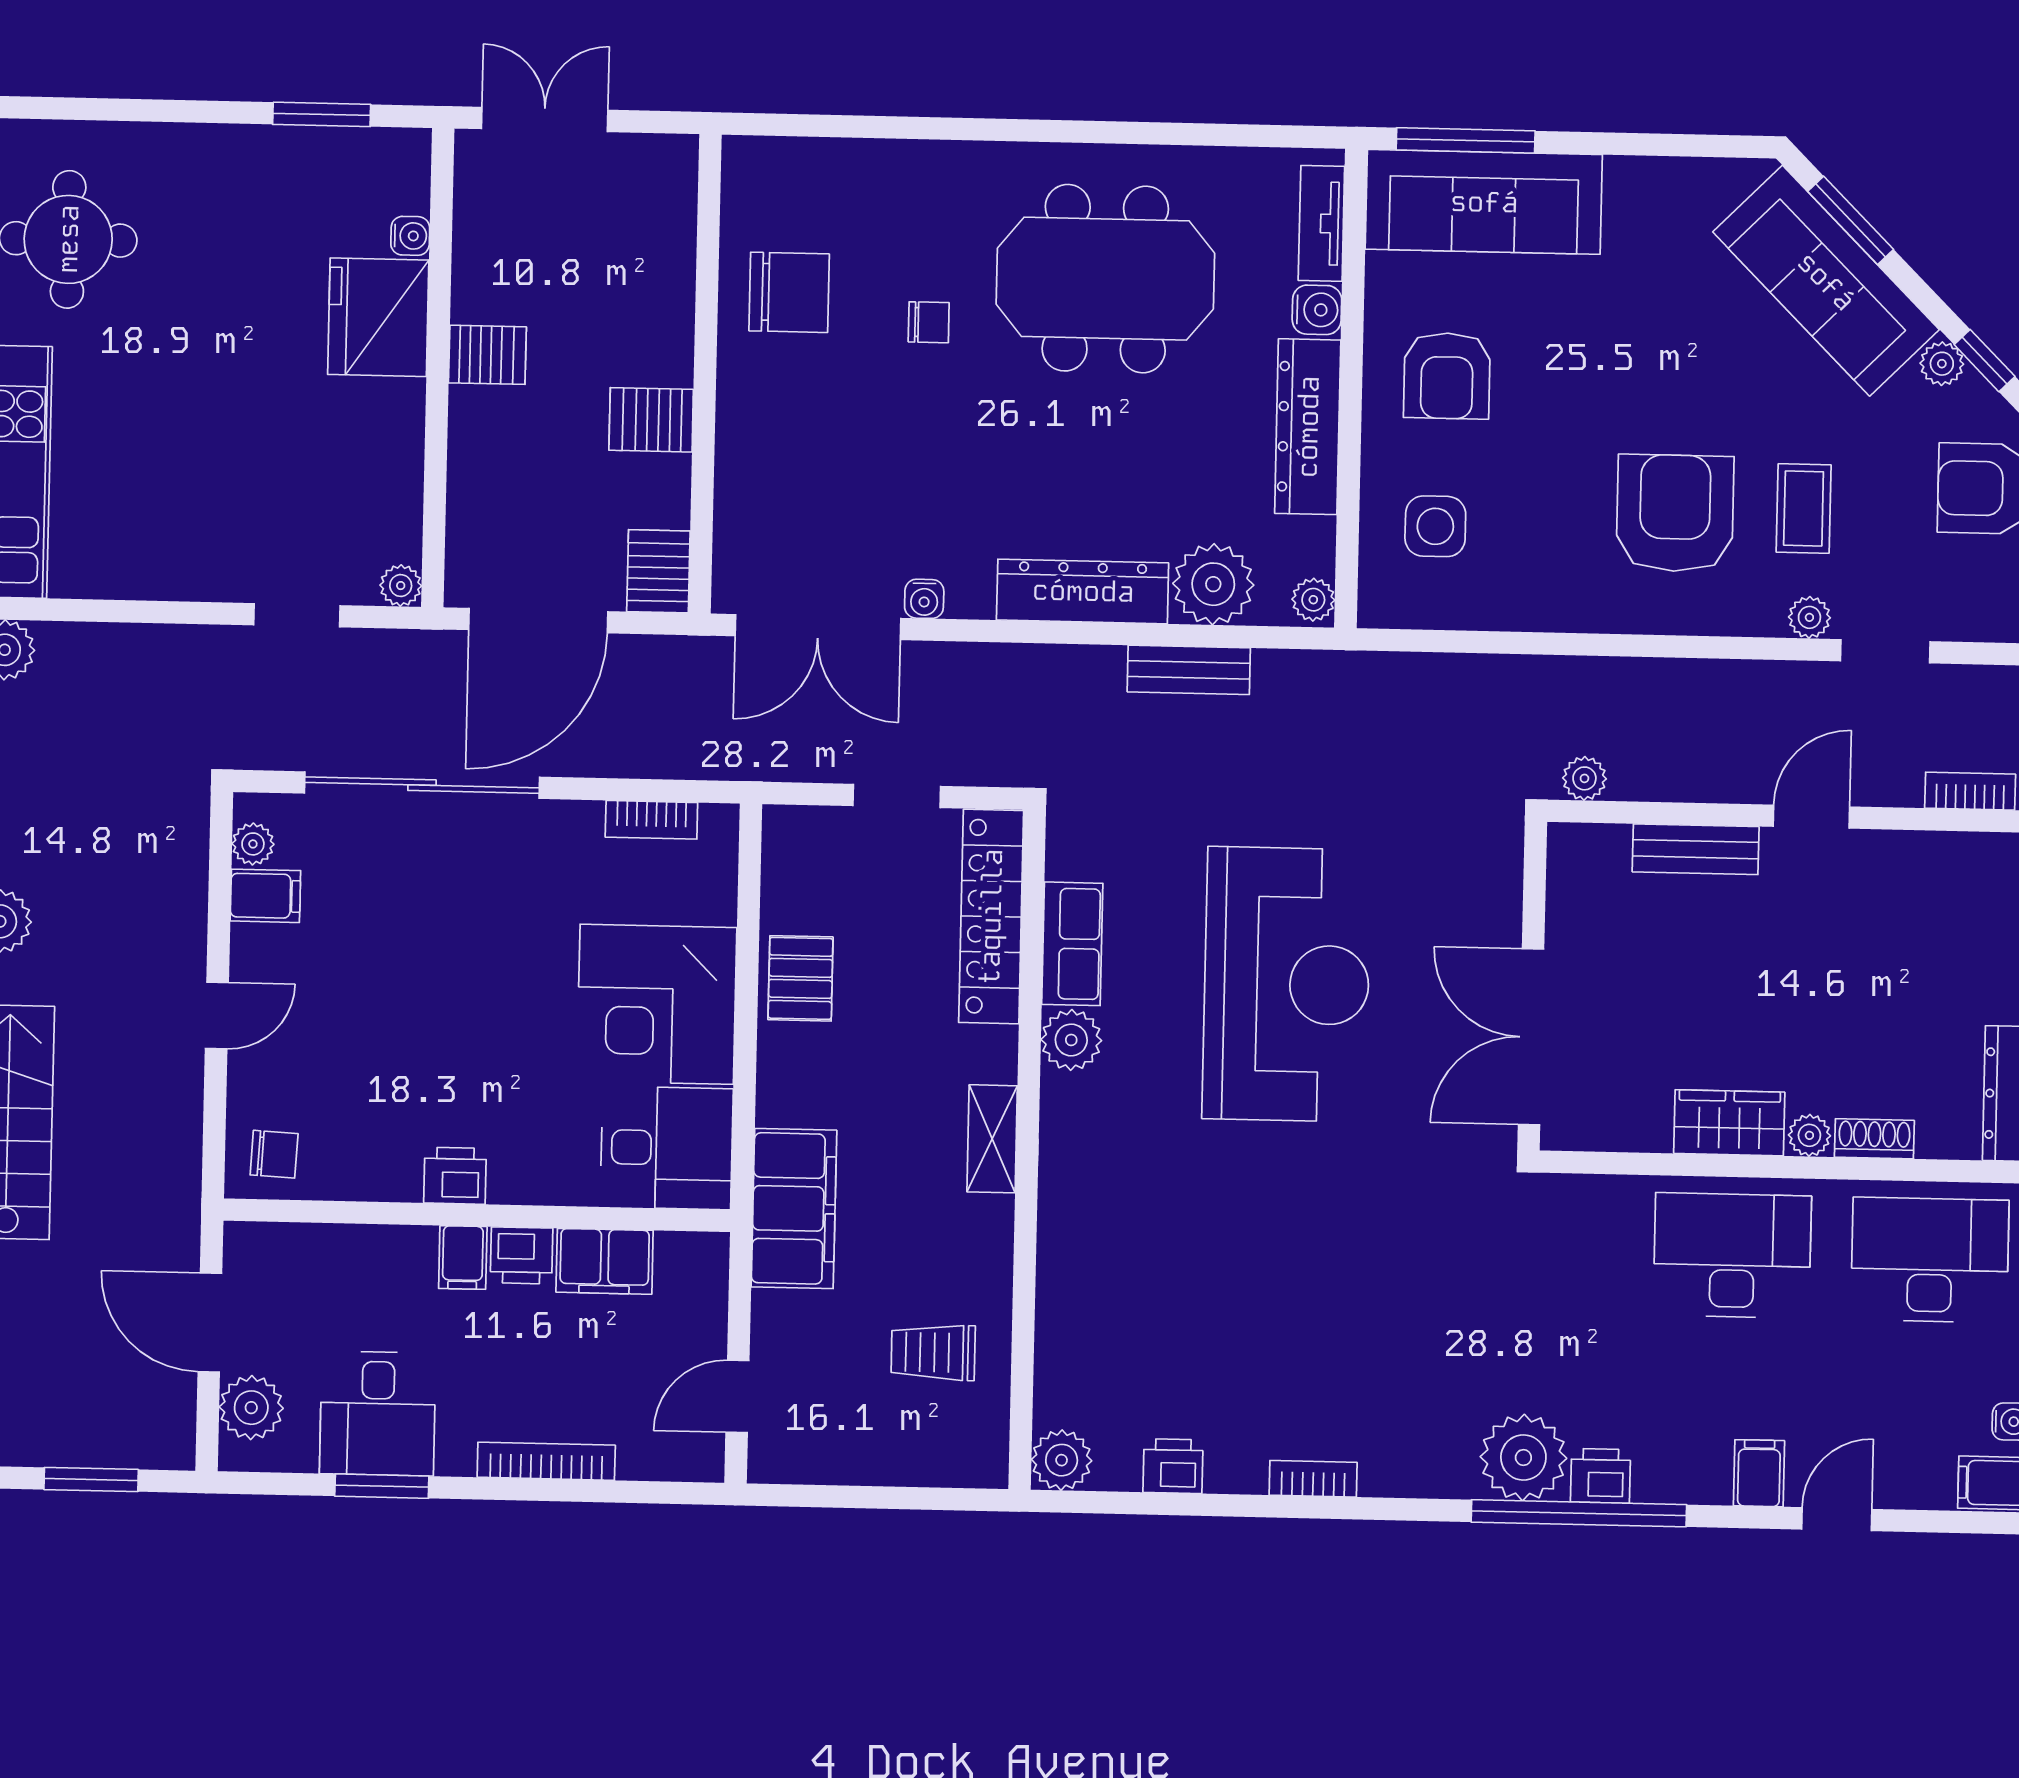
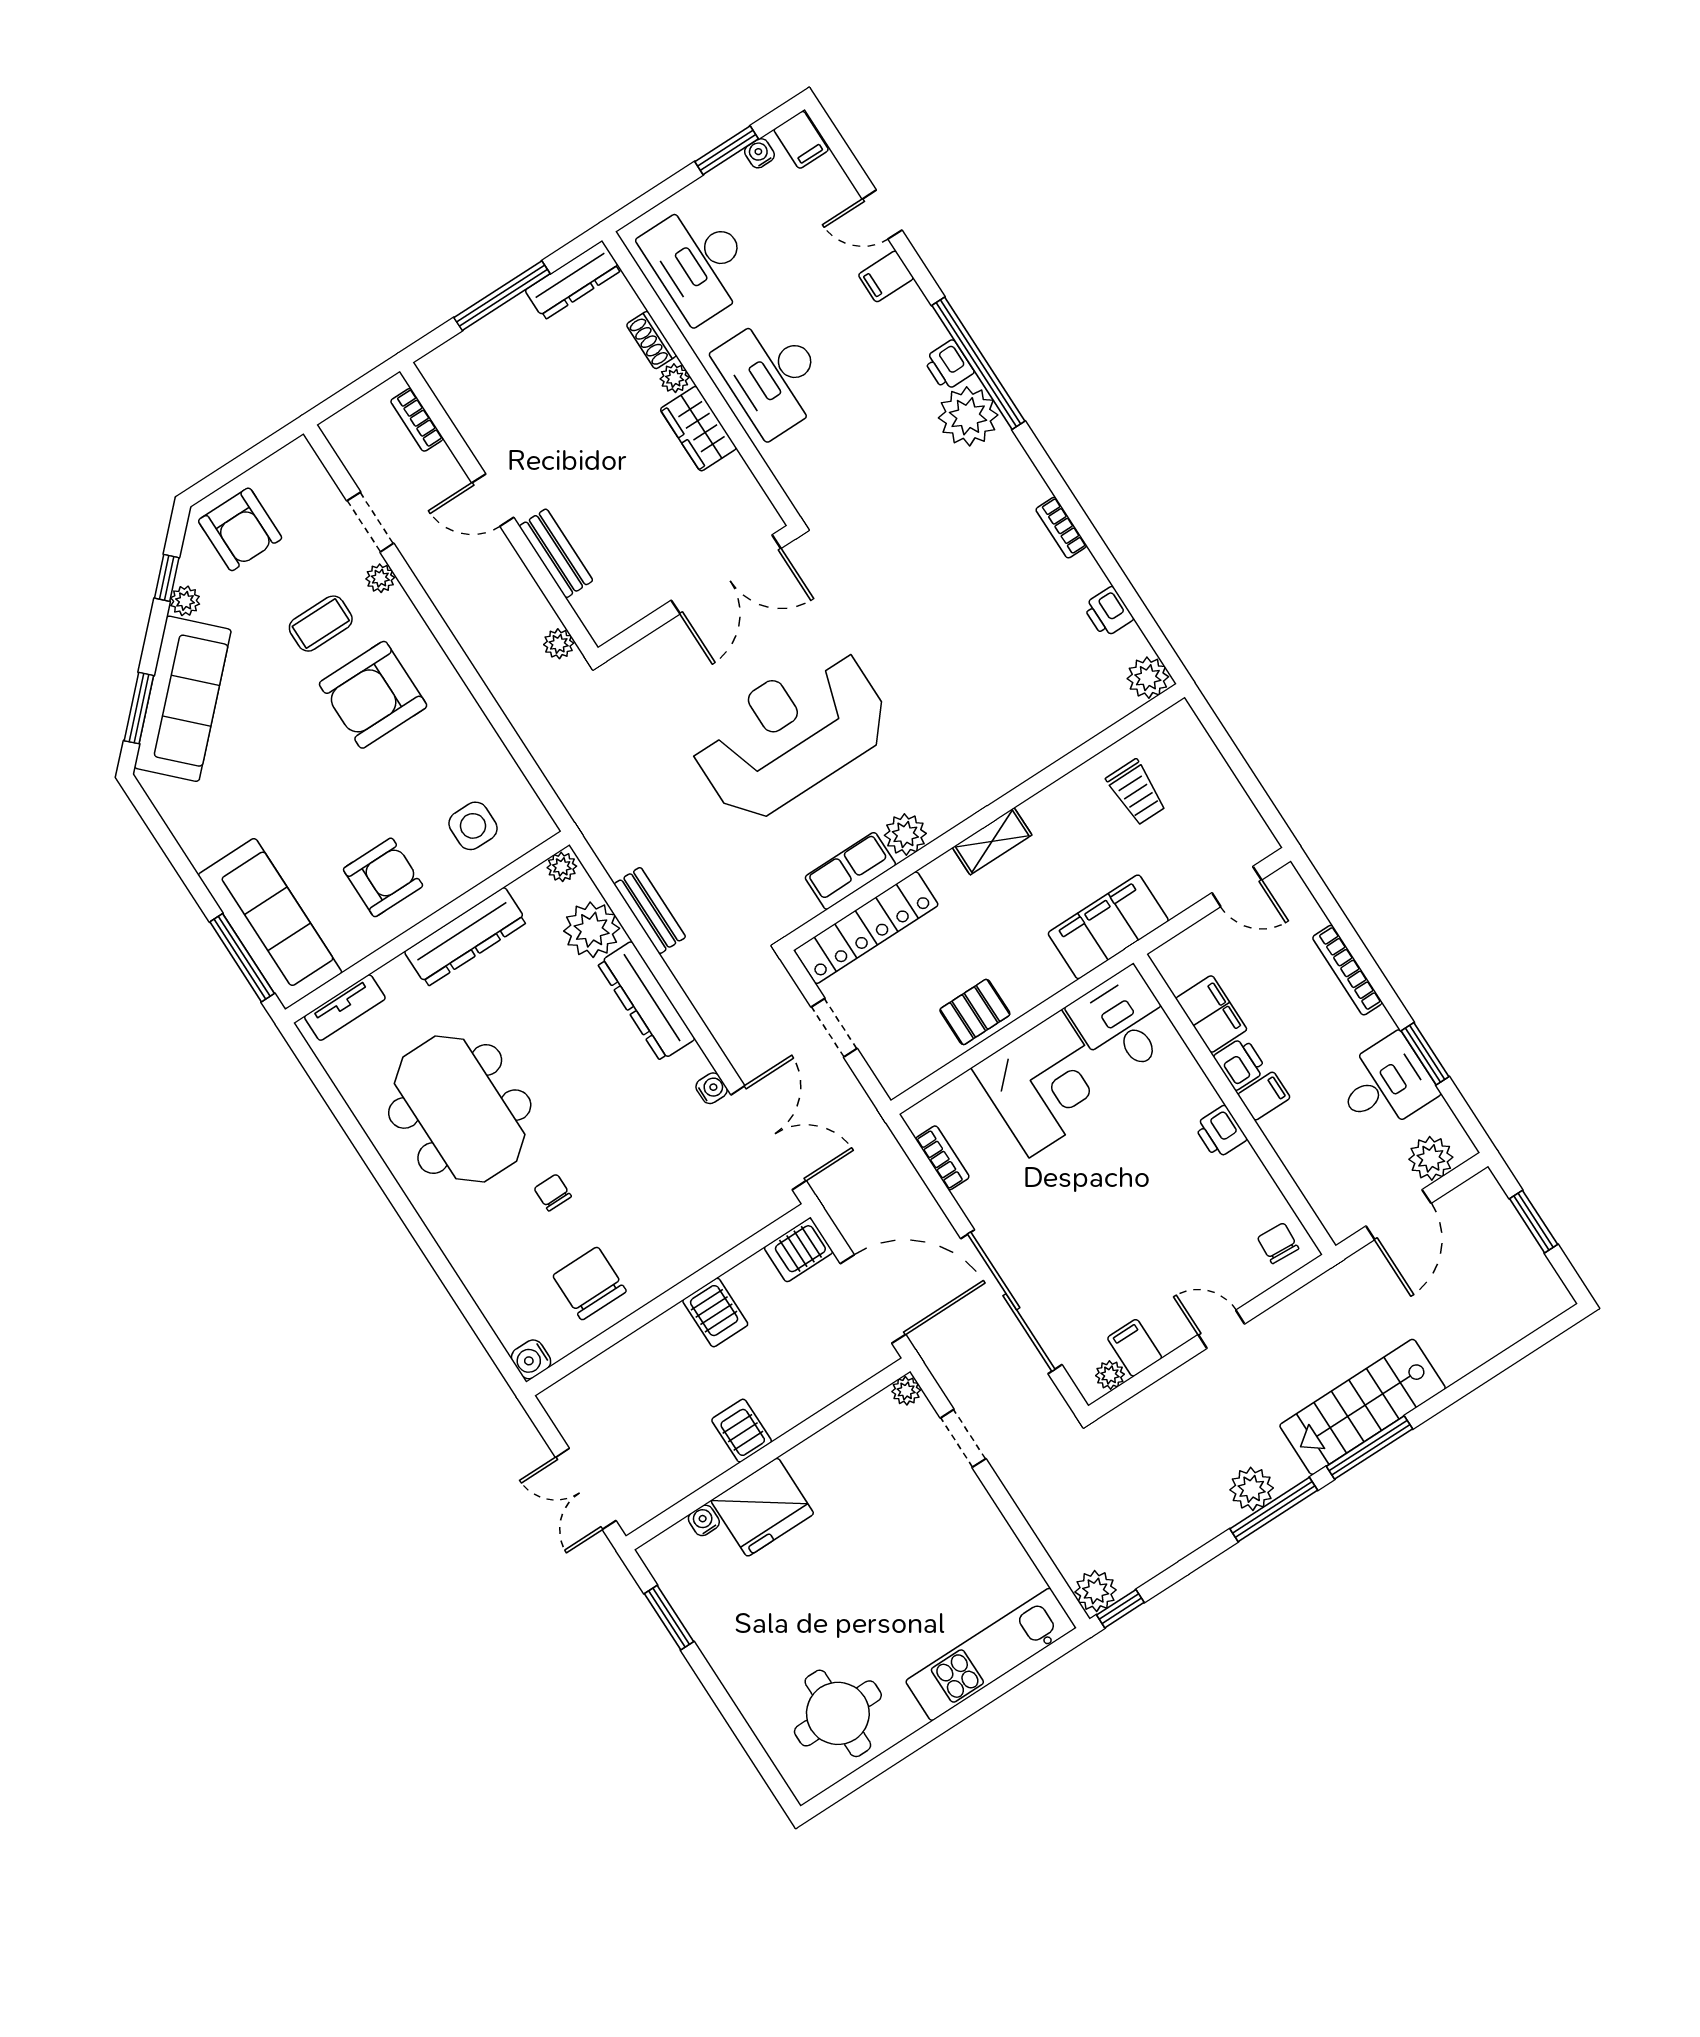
water cooler: (1317, 310) -> (531, 1359), moved, turned -90

